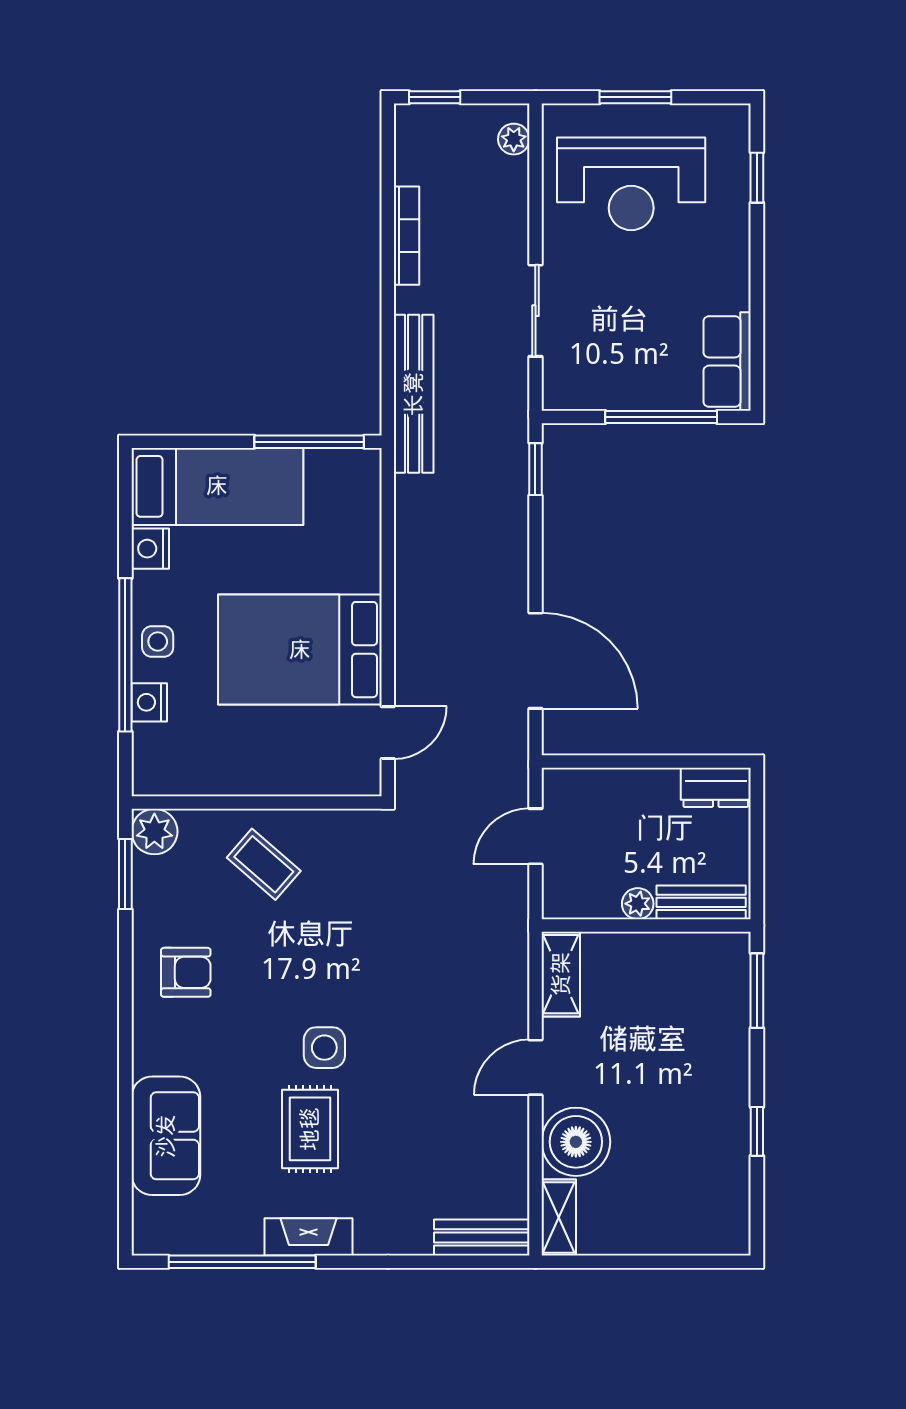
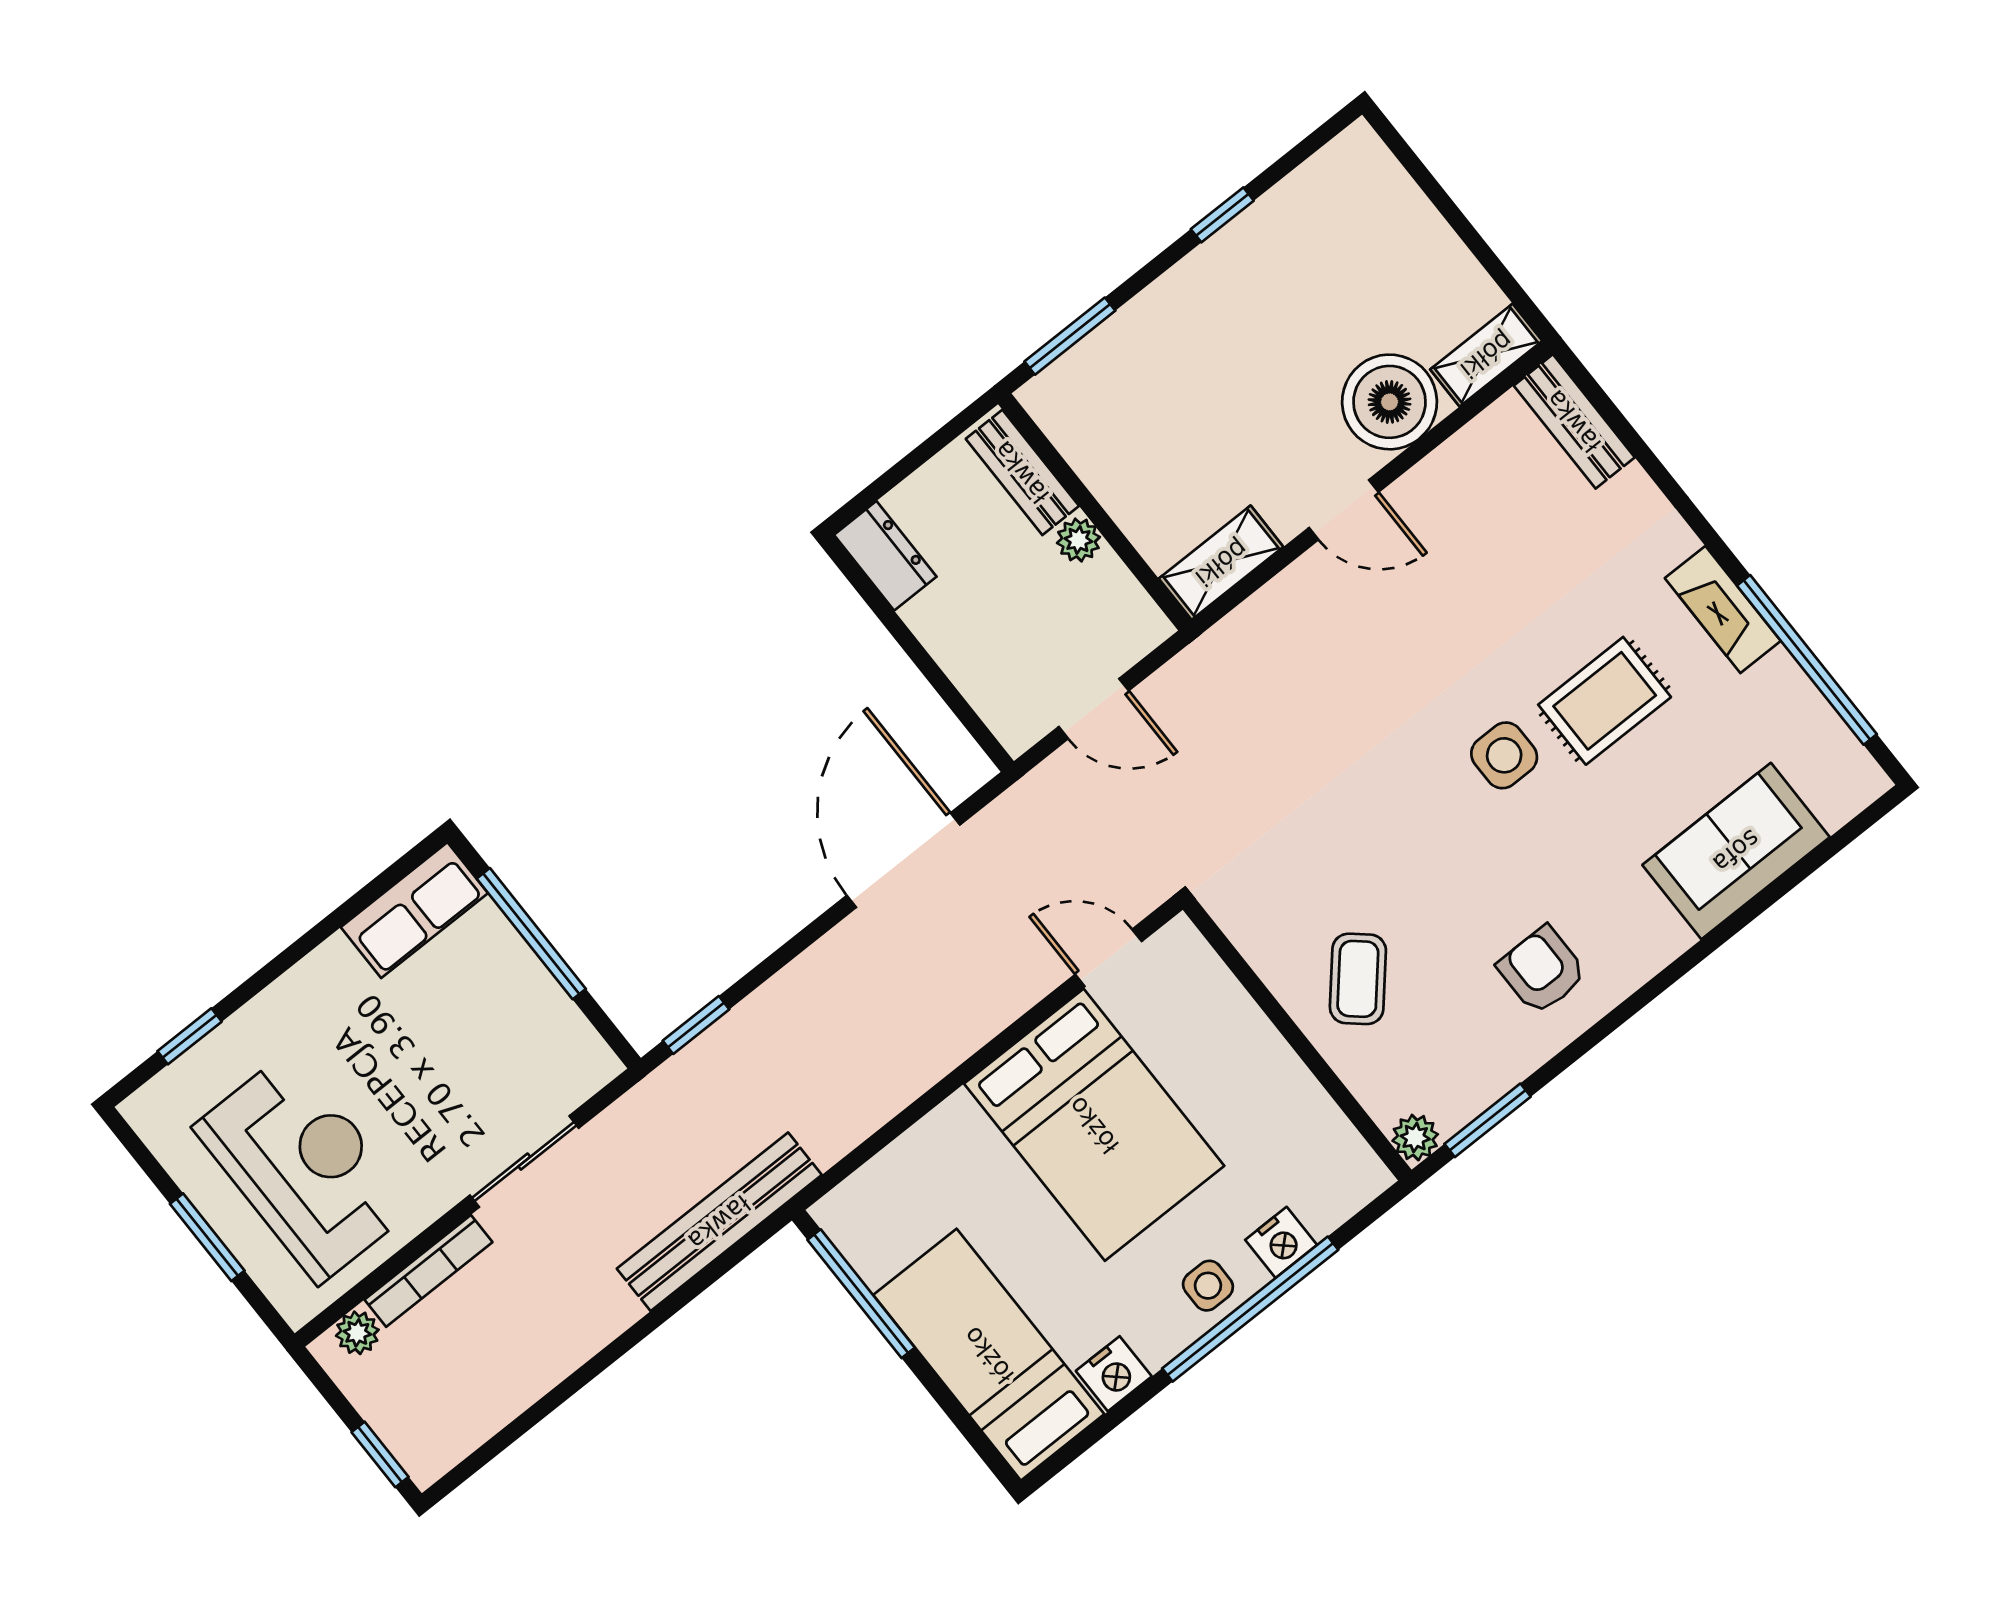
bookcase: (407, 236) -> (428, 1271), moved, turned 180
plant: (154, 832) -> (1415, 1138), width x0.73, depth x0.73

